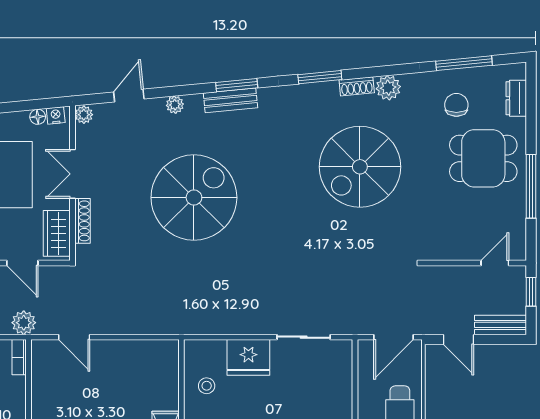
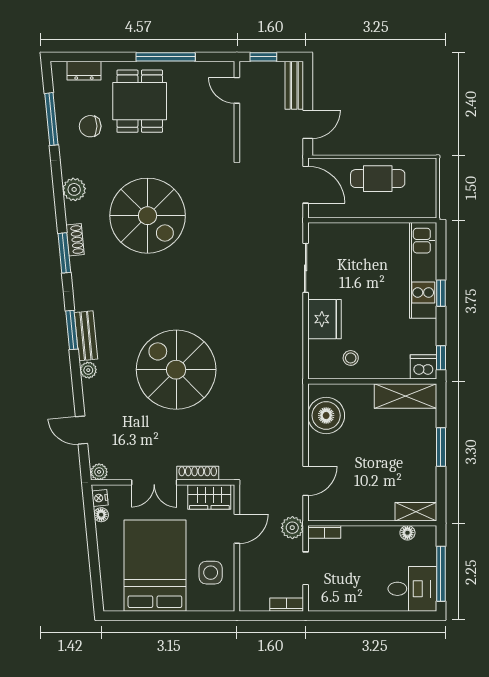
shoe rack: (357, 86) -> (75, 240), moved
plant: (175, 105) -> (88, 370), moved
boiler: (145, 359) -> (326, 415), added

